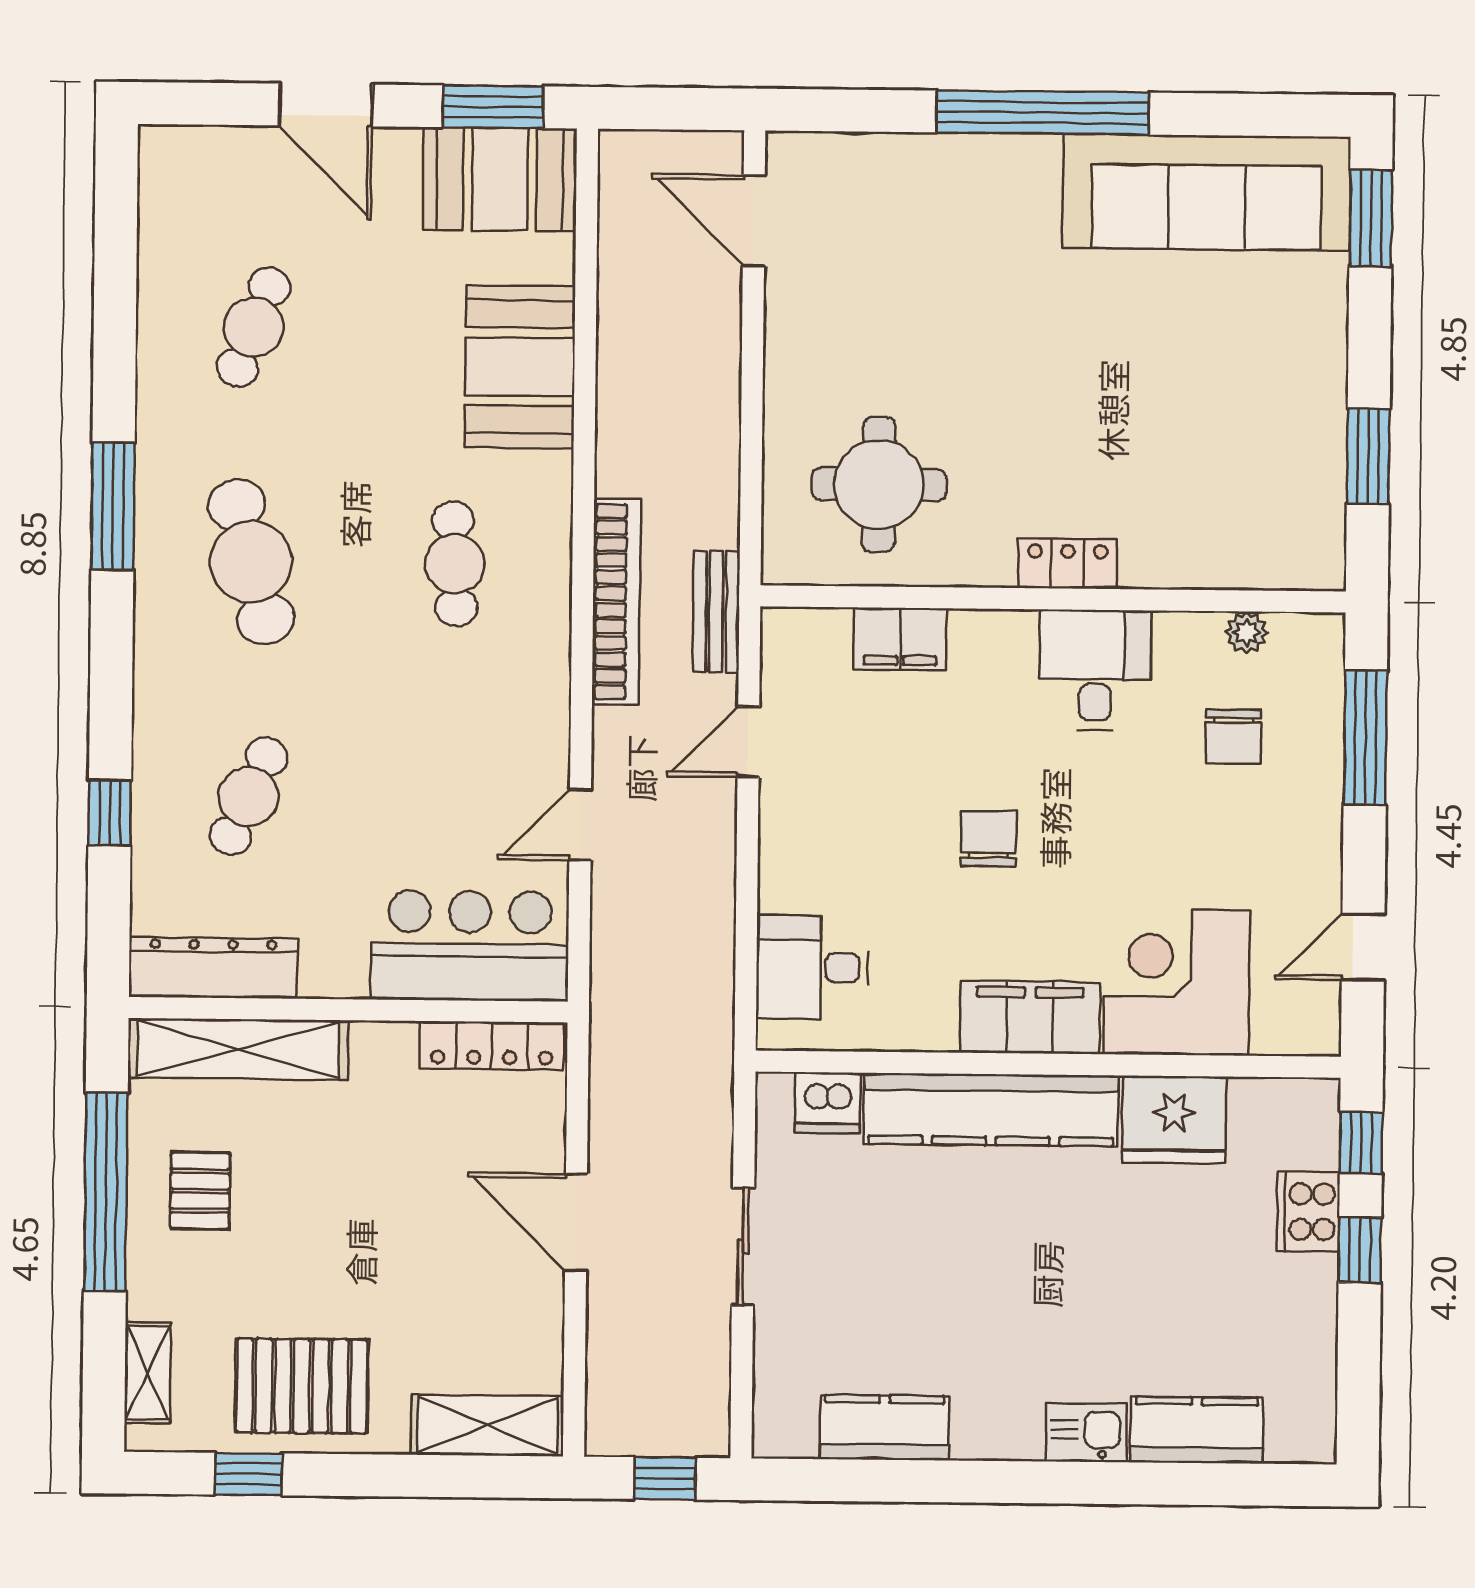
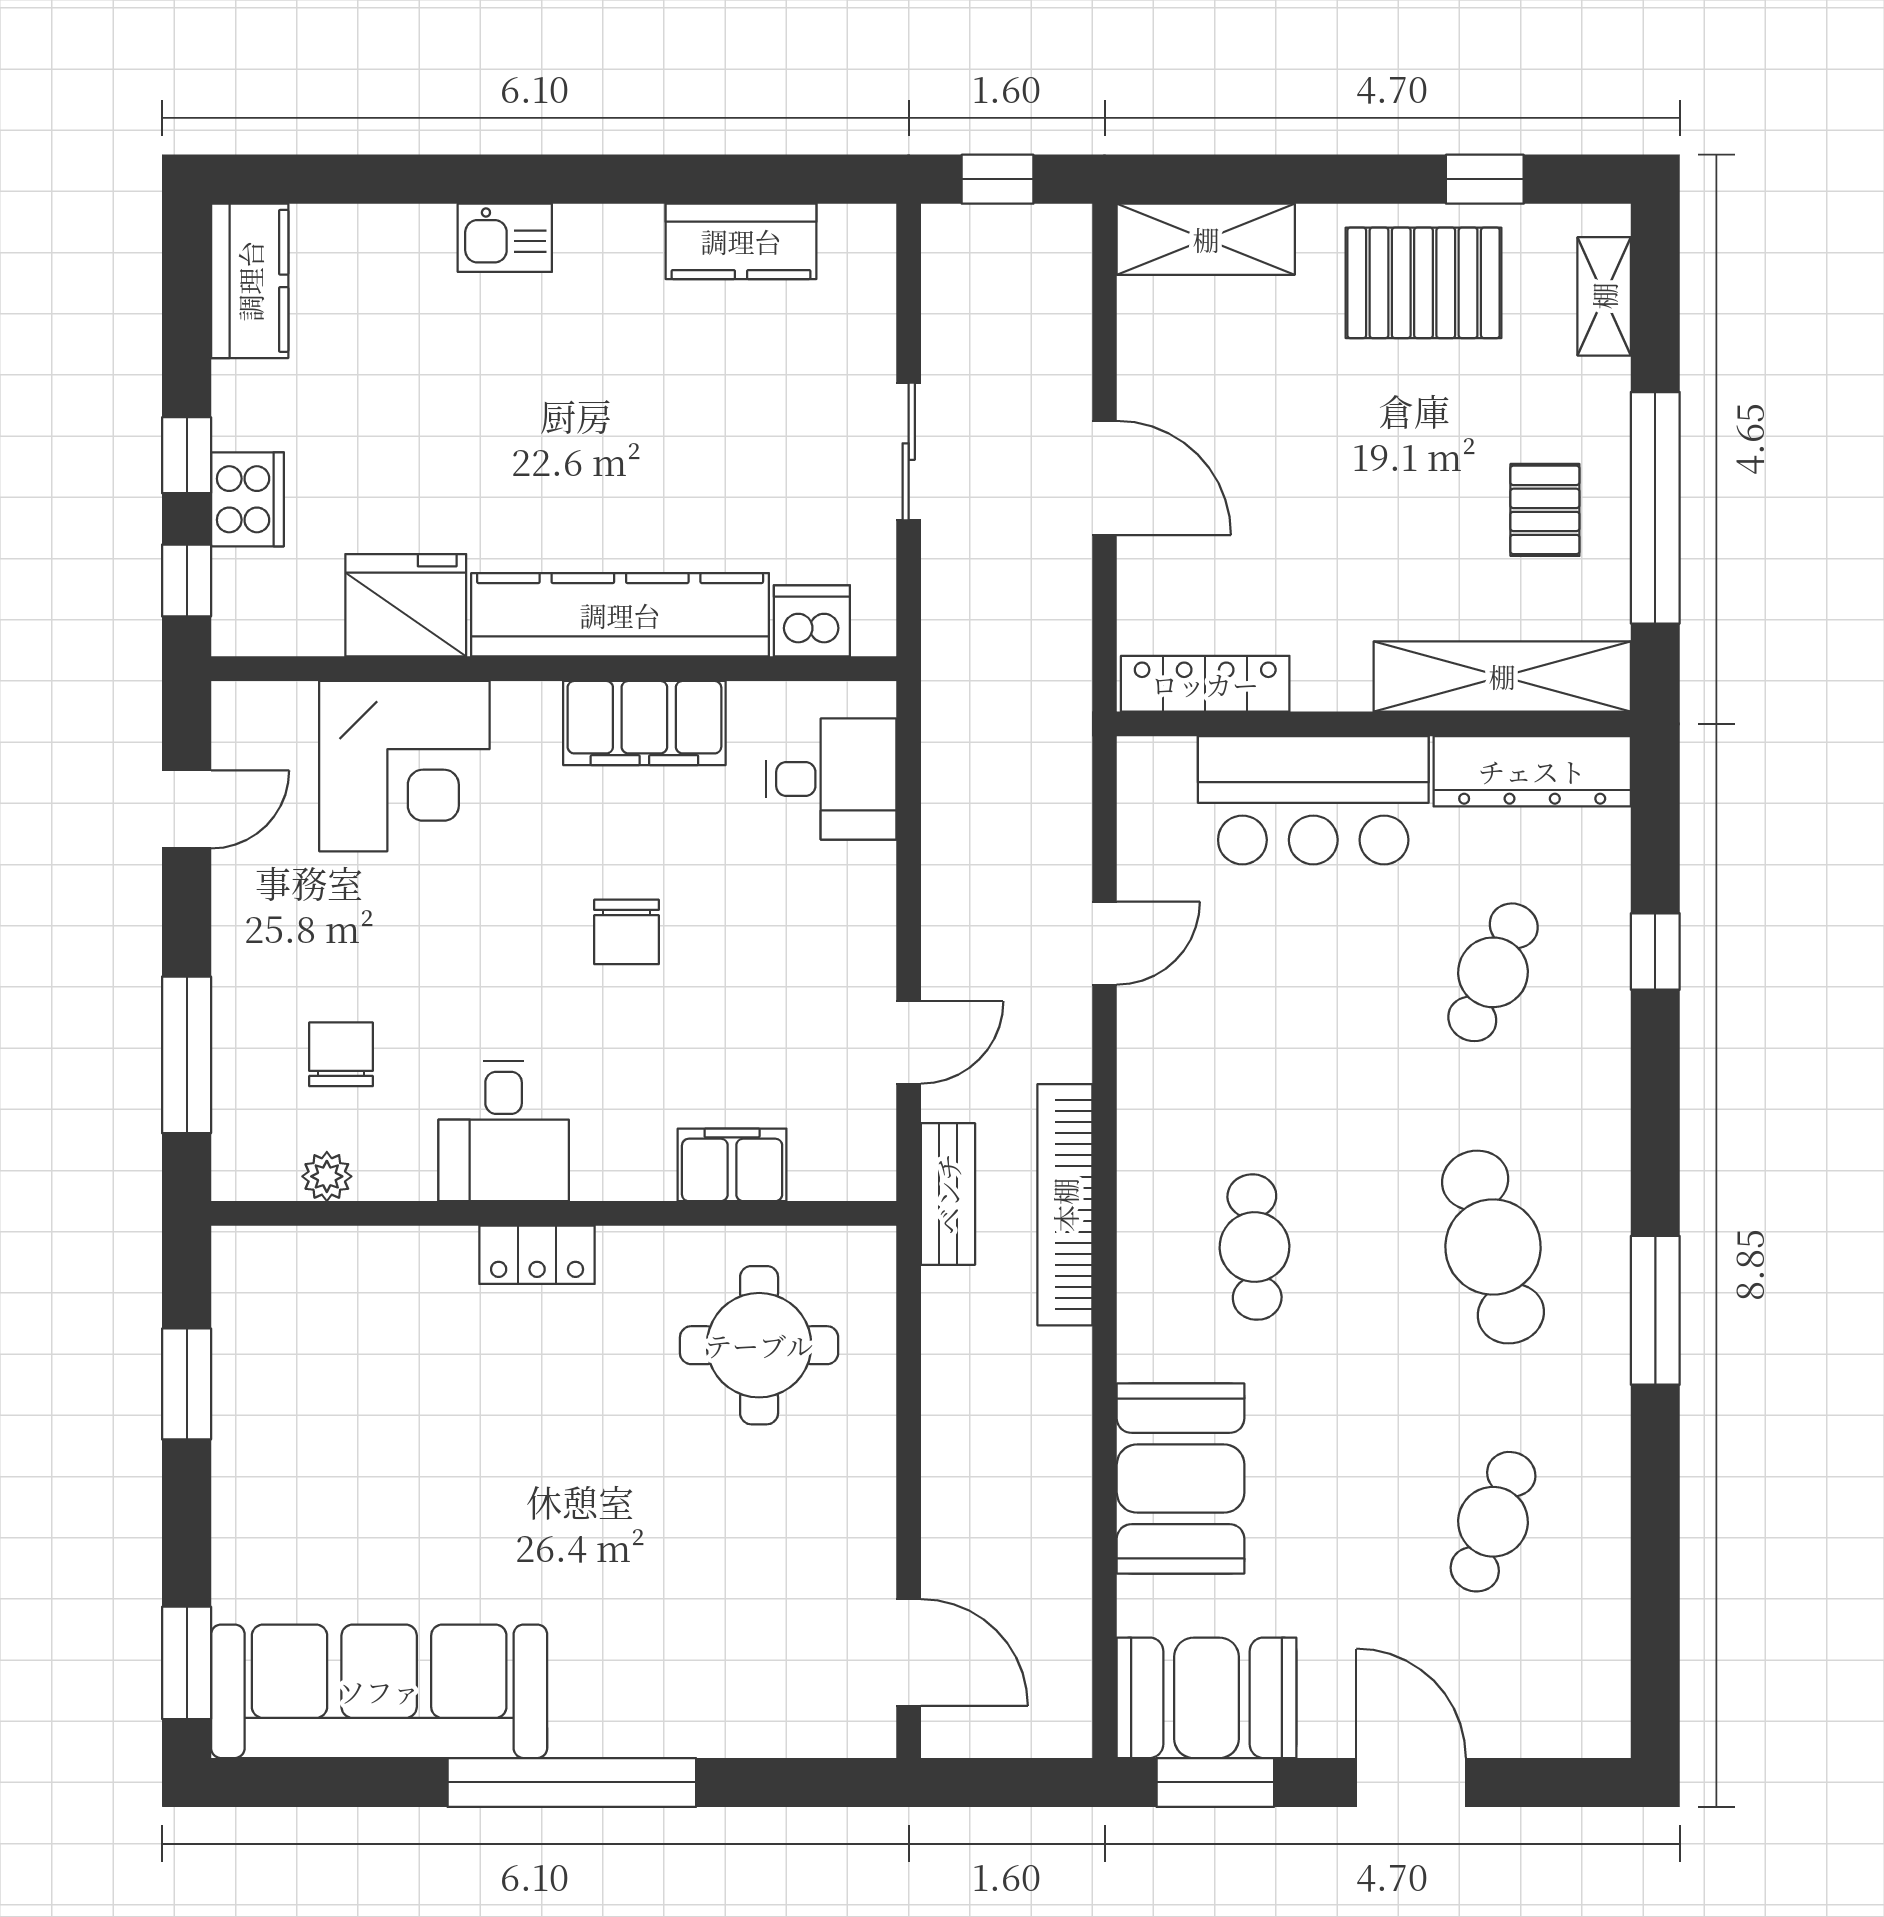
bar counter: (470, 946) -> (1313, 800), moved
filing cabinet: (1030, 1018) -> (644, 723), moved
kitchen counter: (1197, 1430) -> (250, 281), moved, turned -90

